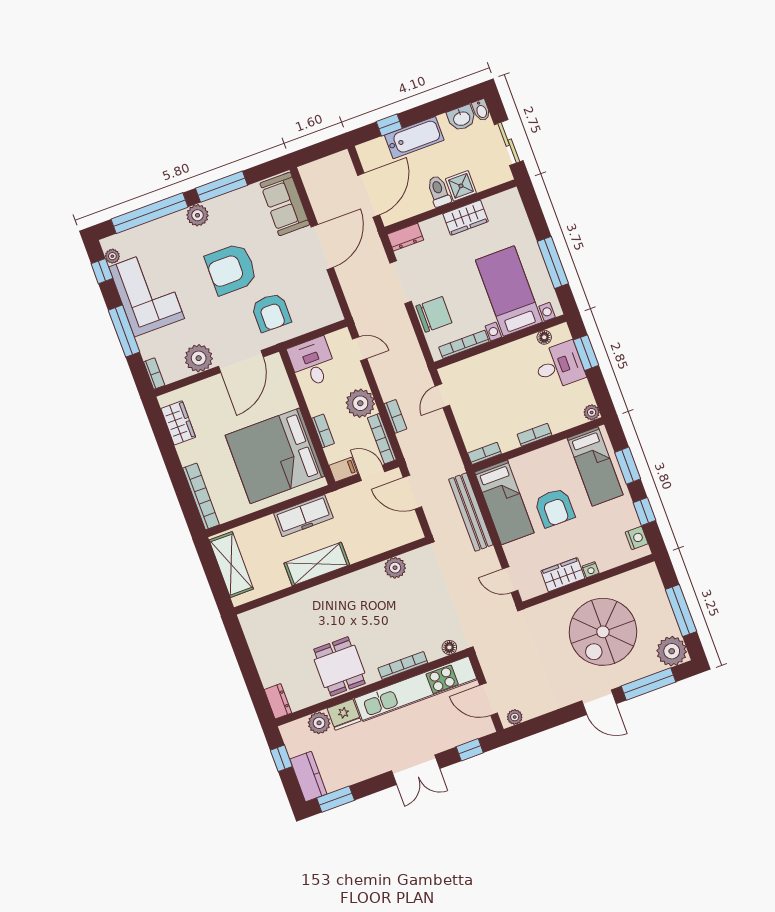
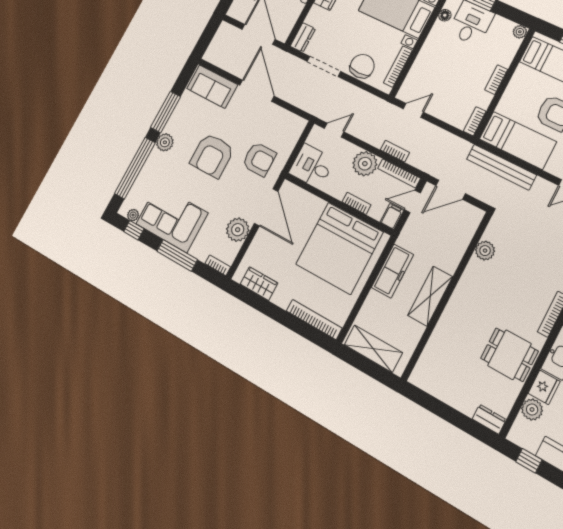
door: (442, 396) -> (413, 110), swing flipped

